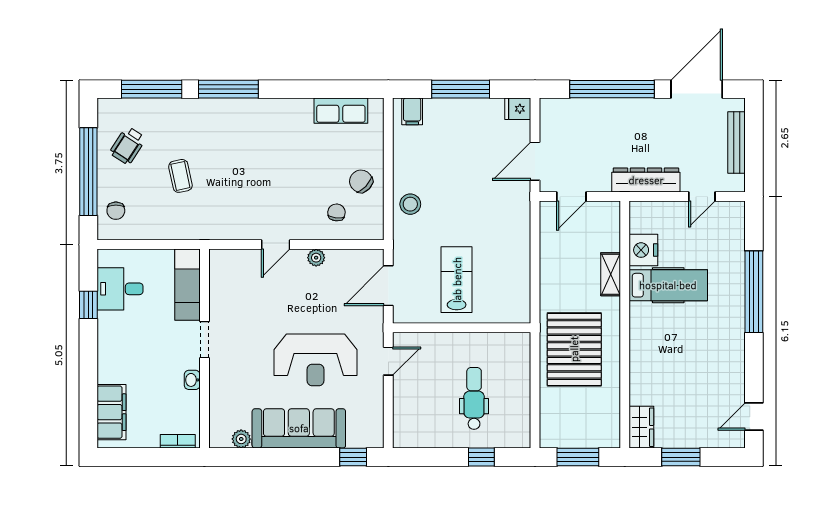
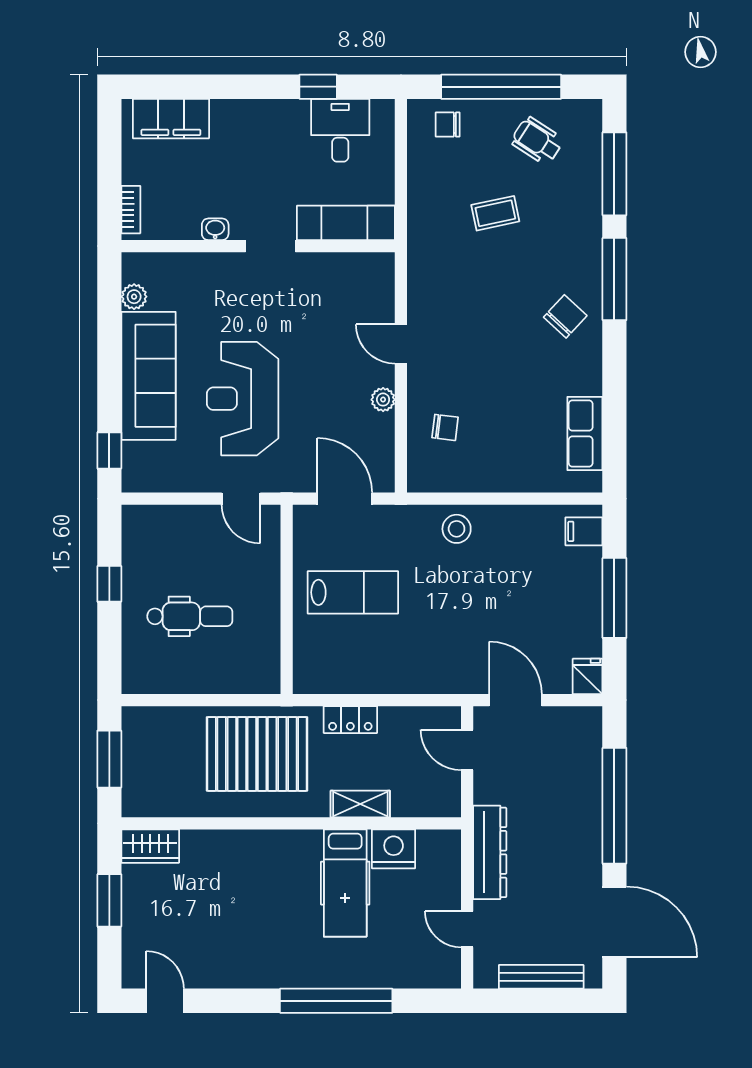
chair: (361, 181) -> (565, 316), moved
locker: (549, 281) -> (350, 720), added
window: (481, 457) -> (109, 584), moved

